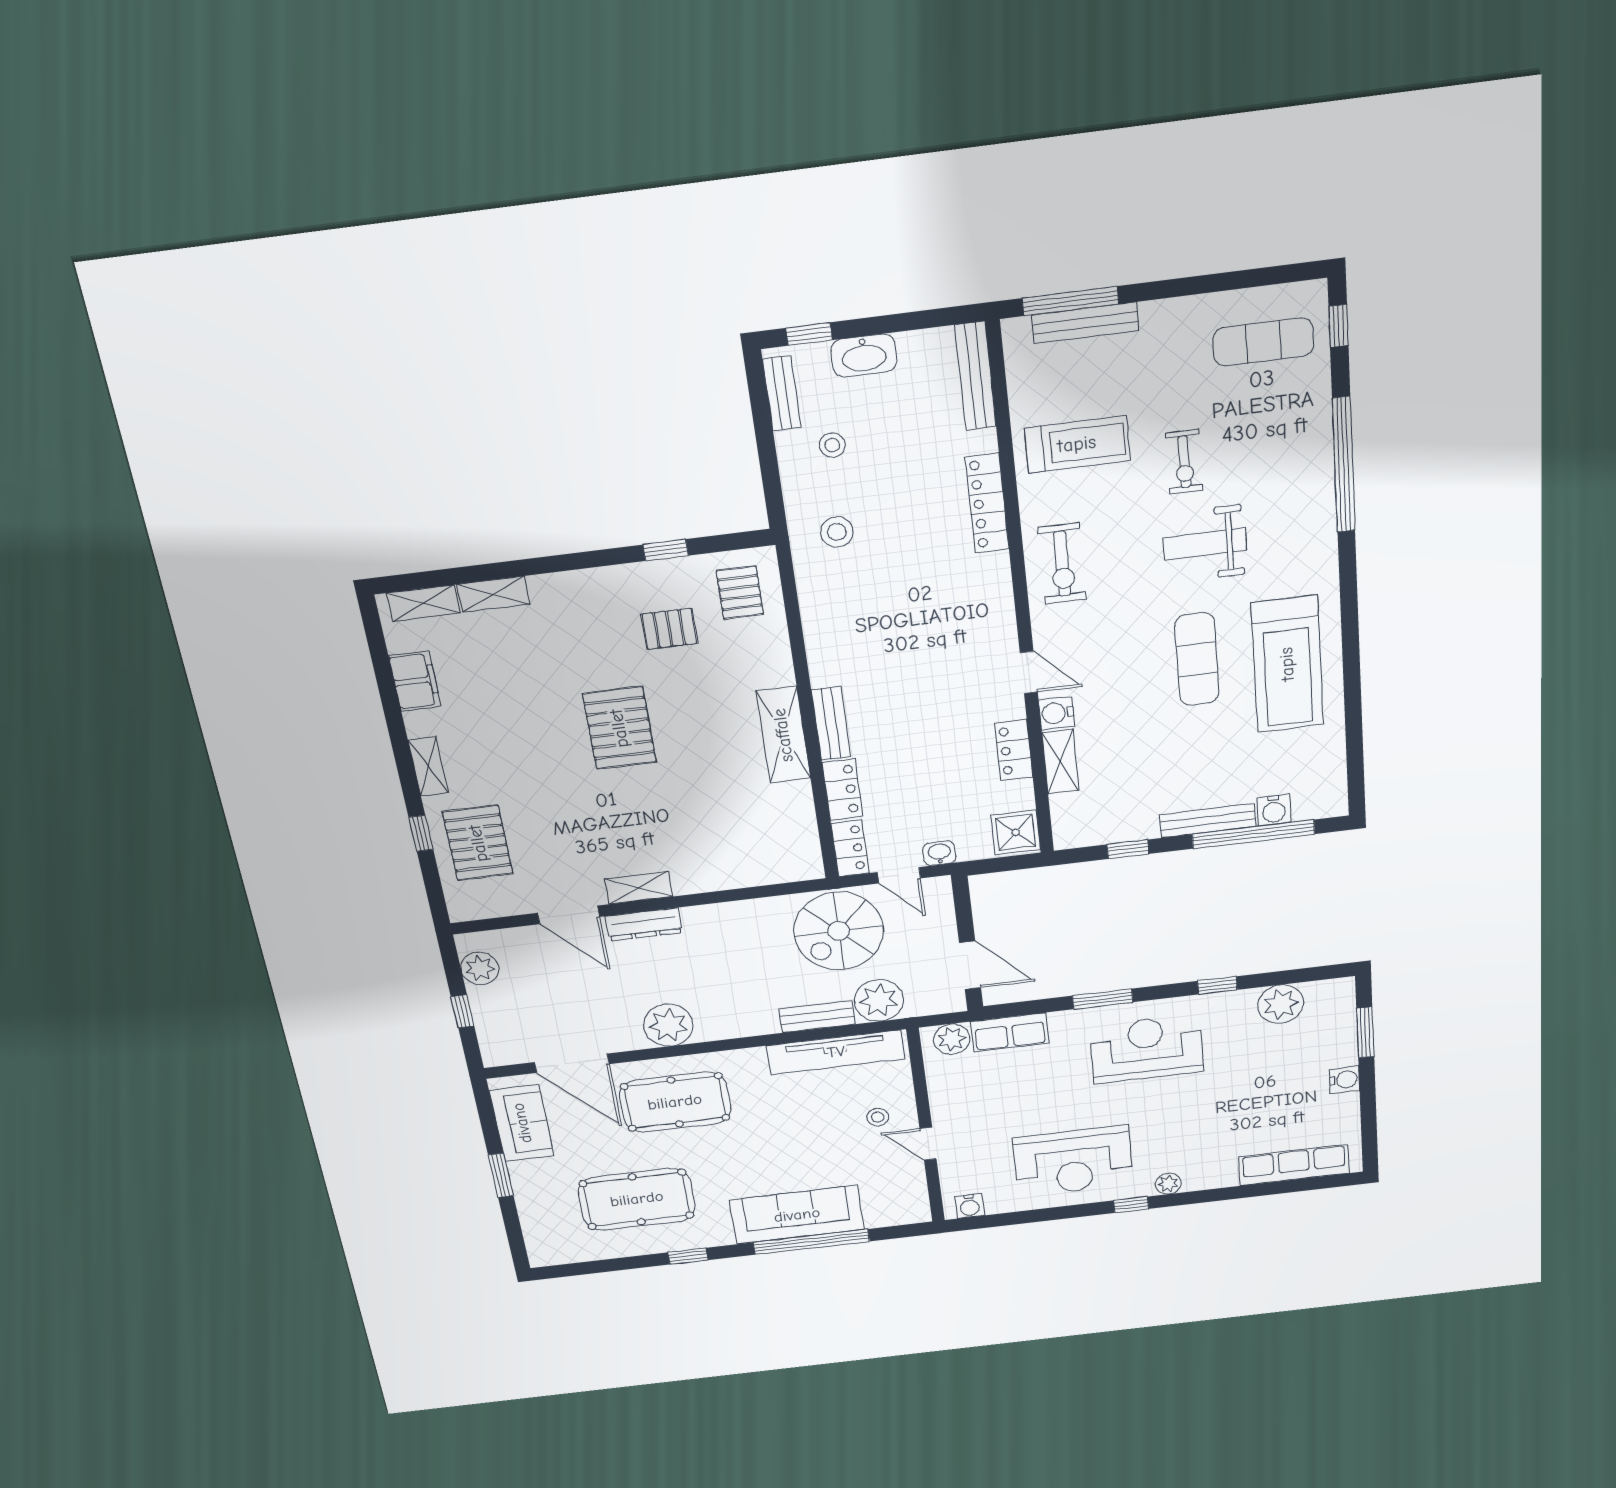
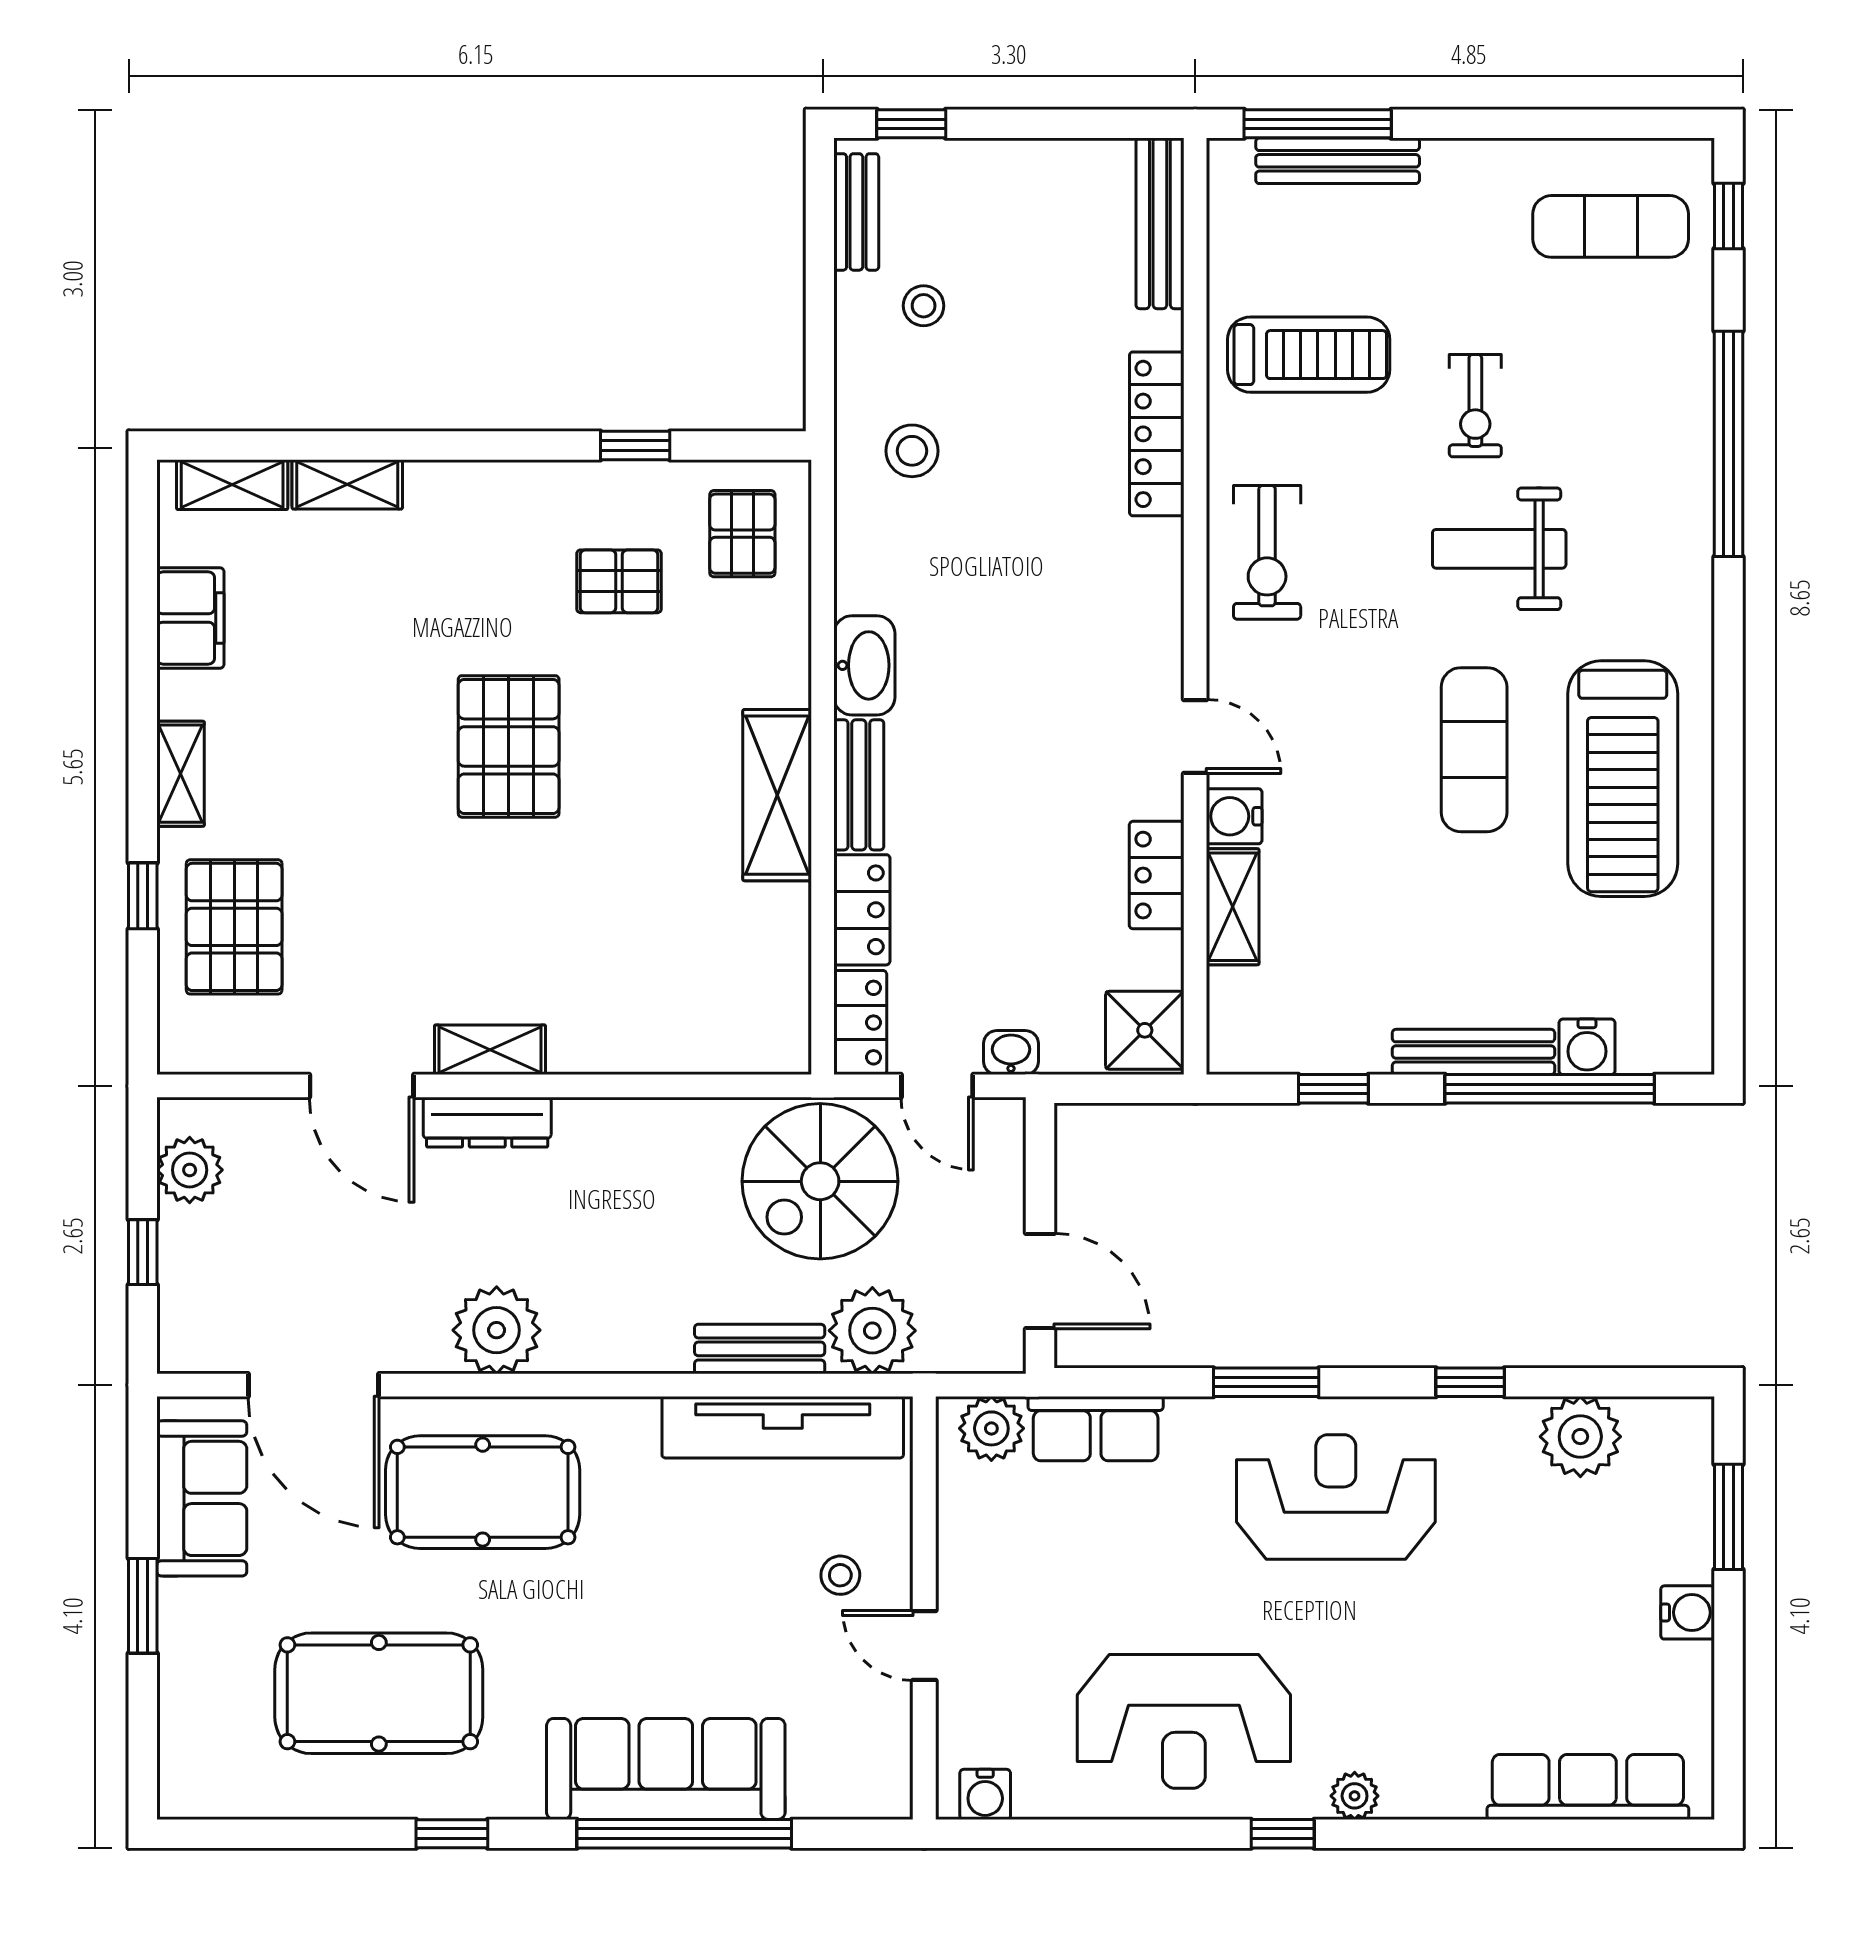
washbasin: (864, 356) -> (864, 665), moved, turned -90

